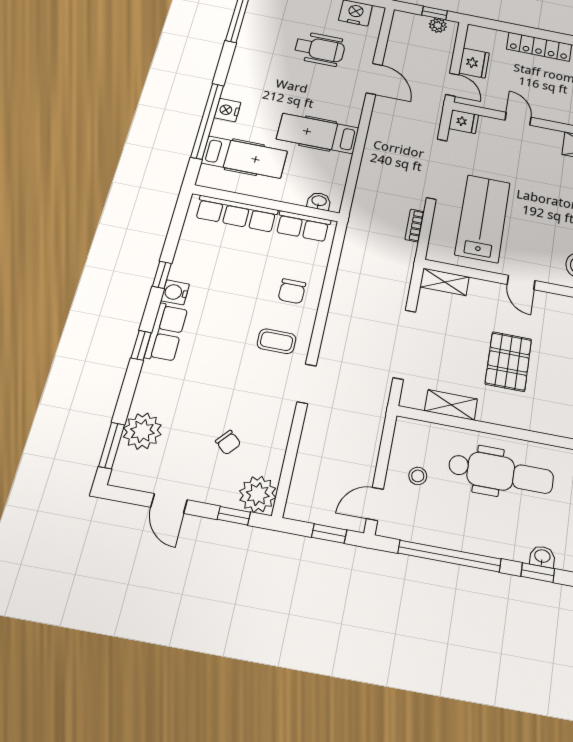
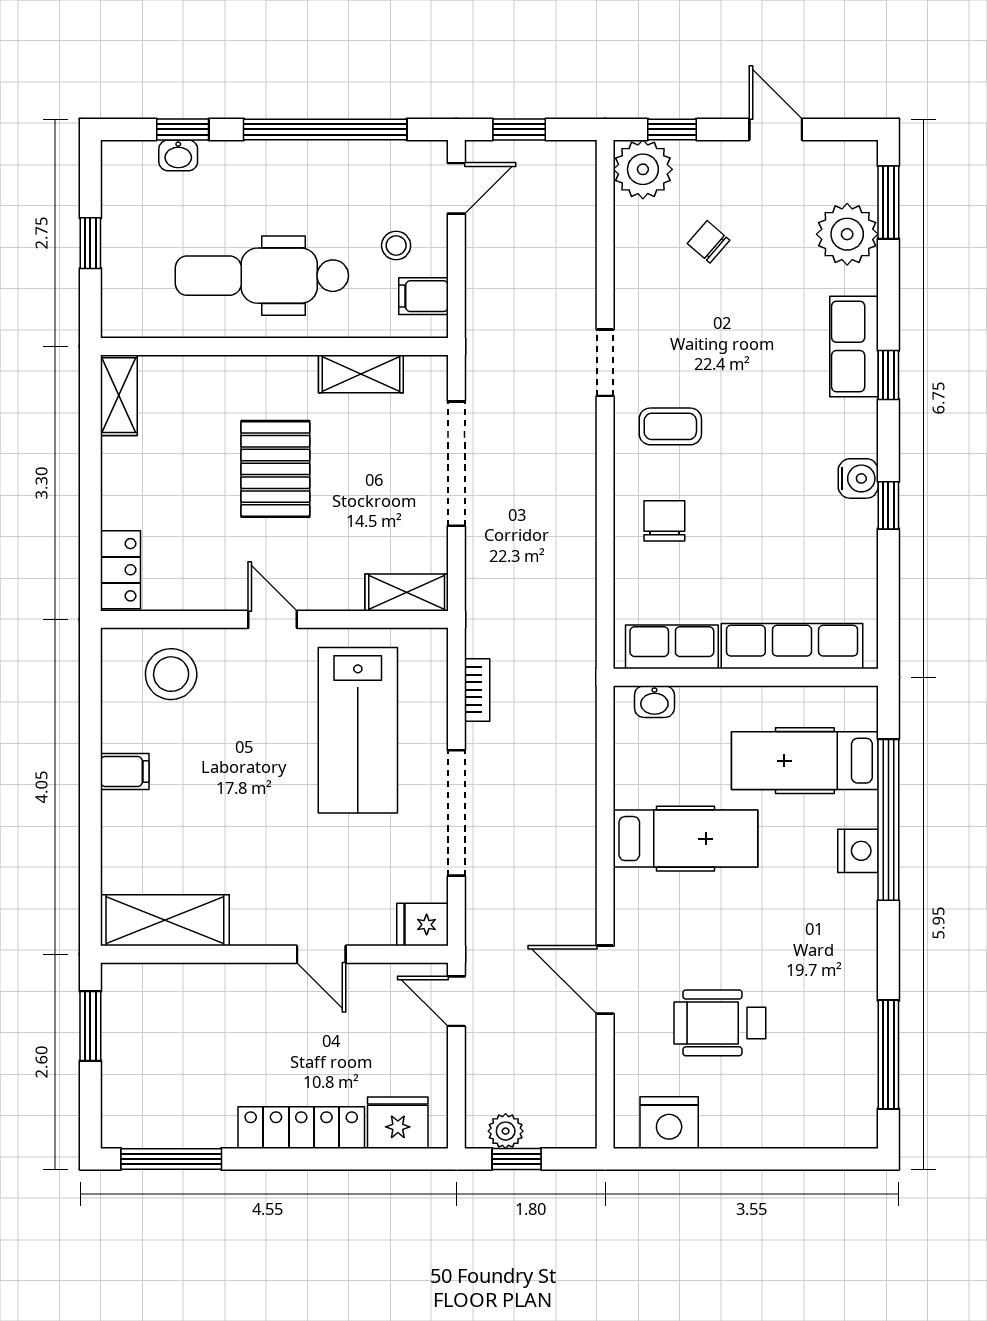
fridge: (474, 63) -> (398, 1123), moved, turned 90
row of seats: (166, 333) -> (854, 346), moved
filing cabinet: (407, 443) -> (423, 296), added

